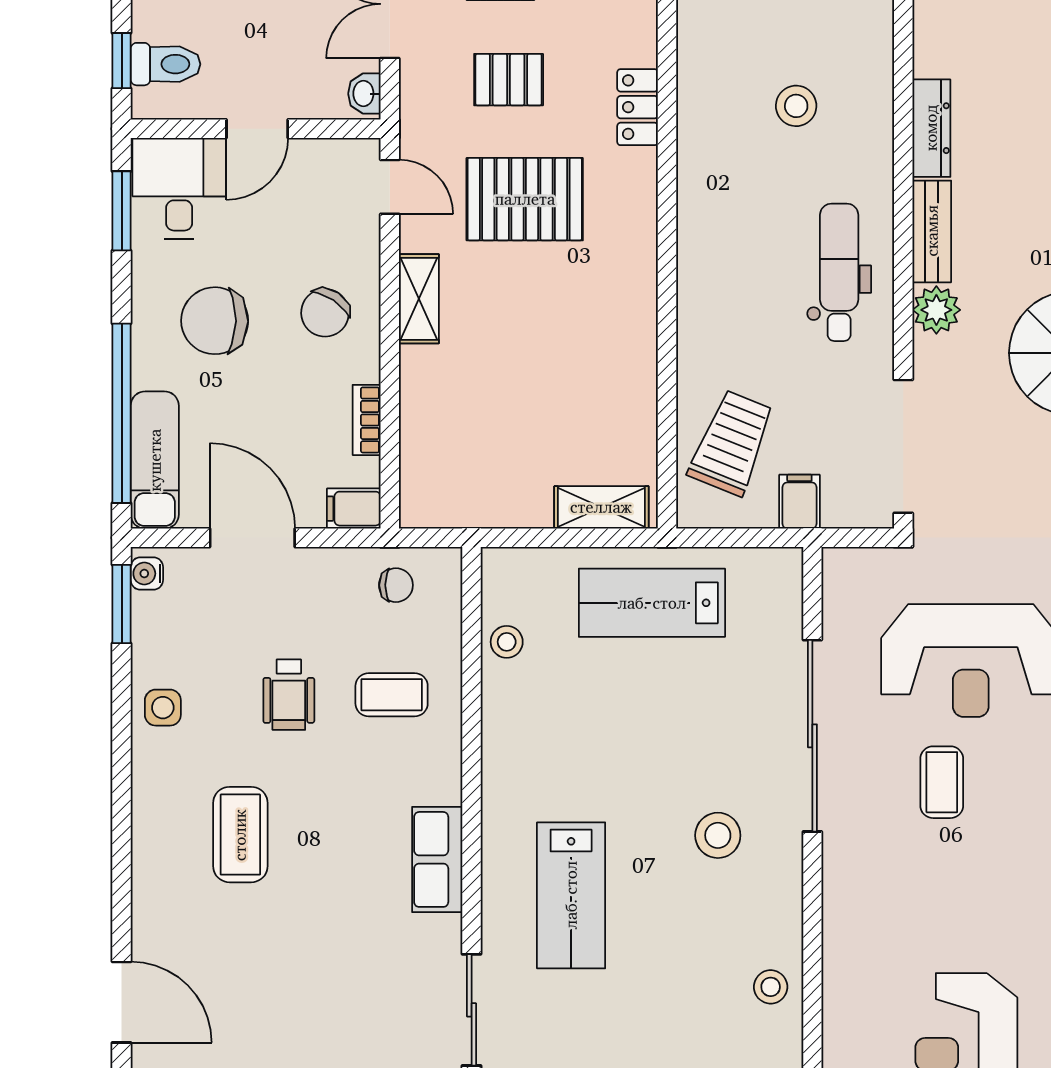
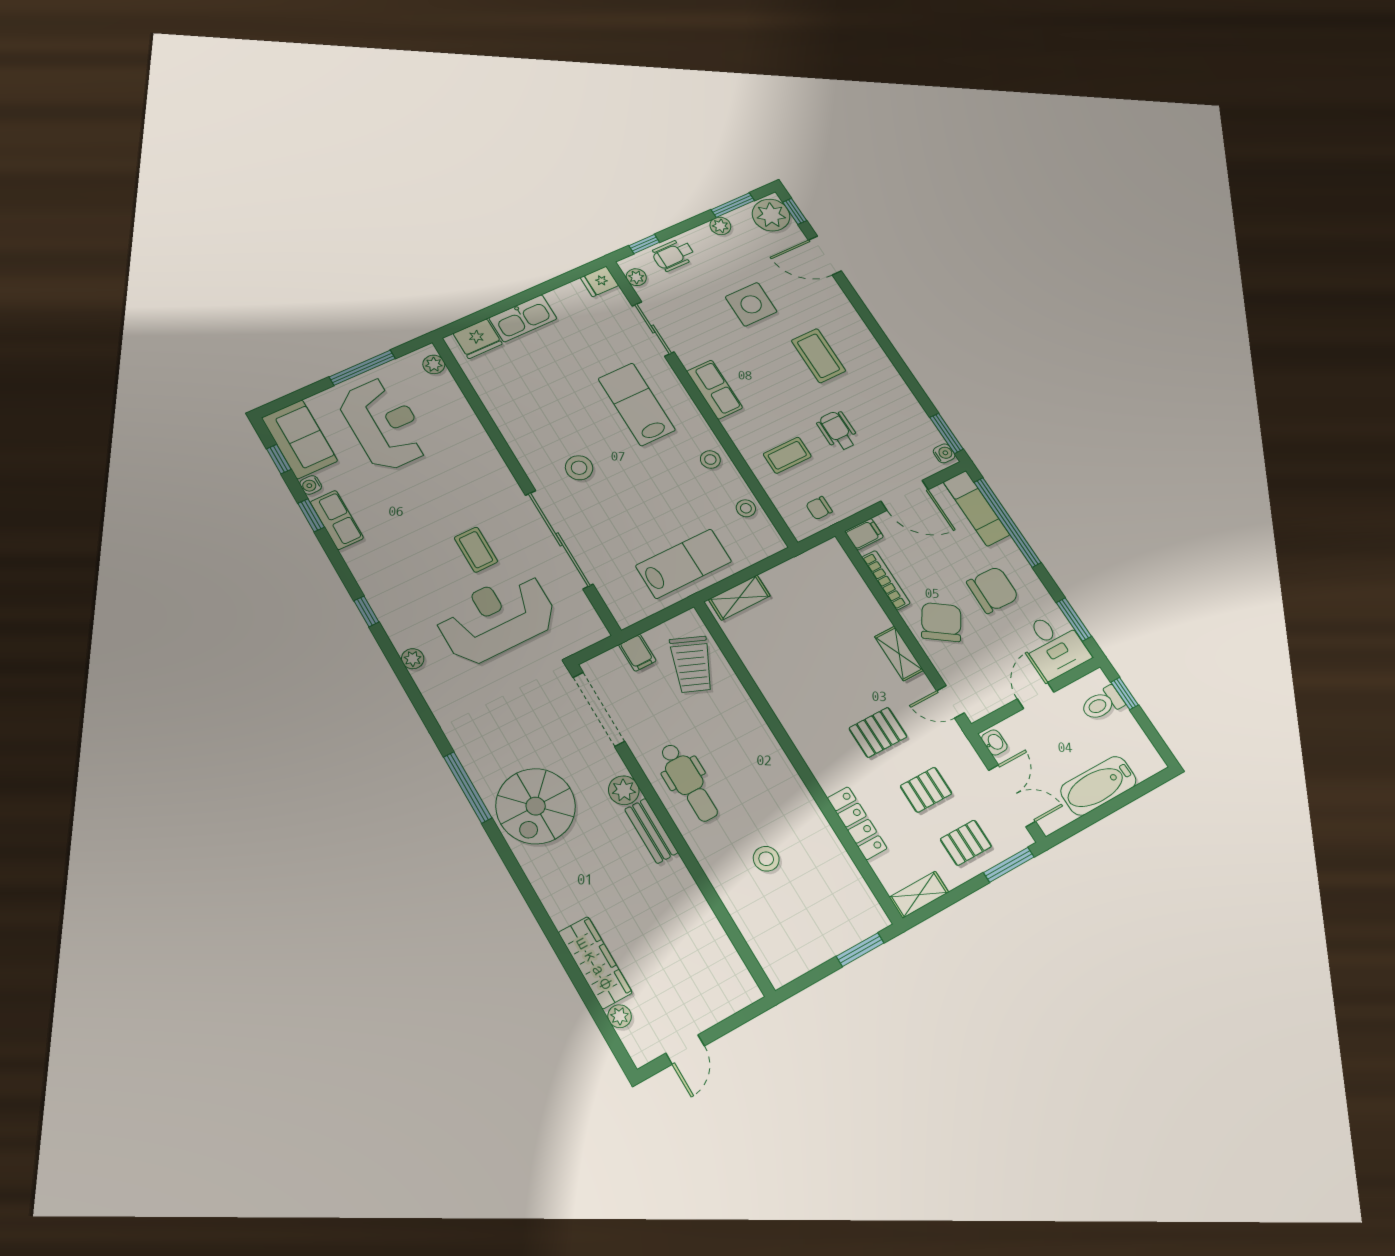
locker: (638, 107) -> (857, 823), width x1.53
dresser: (931, 128) -> (685, 887), removed
pallet: (525, 199) -> (878, 732), width x0.67, depth x0.71
chair: (325, 313) -> (941, 622), width x1.37, depth x1.37
bookcase: (367, 420) -> (886, 580), width x1.56
side table: (163, 708) -> (751, 304), moved, width x1.87, depth x1.87
stool: (771, 987) -> (710, 460), moved

